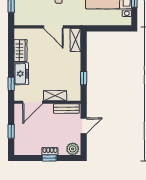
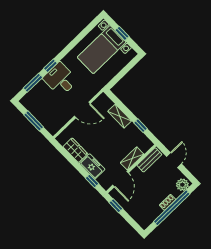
shelving: (75, 40) -> (120, 116), moved
window: (11, 131) -> (116, 206), moved
window: (49, 158) -> (172, 208), width x3.17

